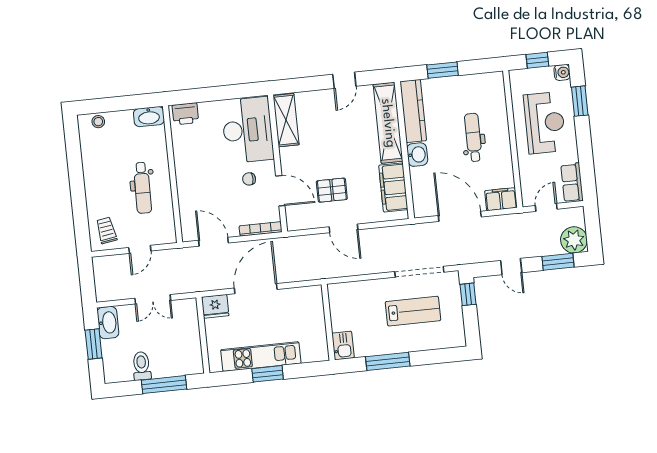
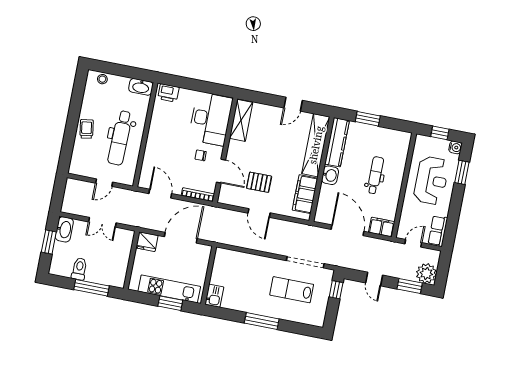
dental chair: (142, 188) -> (120, 138), width x1.36, depth x1.38
trolley: (106, 230) -> (87, 129), moved
lab bench: (413, 311) -> (292, 290), turned 180
wall: (328, 322) -> (209, 275), moved
kitchen sink: (343, 345) -> (214, 296), moved

